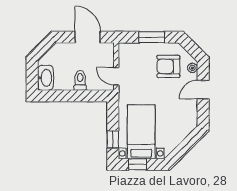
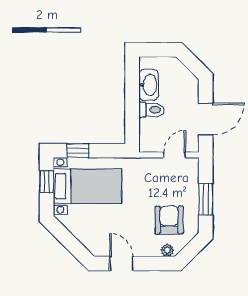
door: (116, 76) -> (175, 155), moved
washbasin: (45, 78) -> (149, 85), moved, turned -90
door: (203, 90) -> (121, 263), moved

